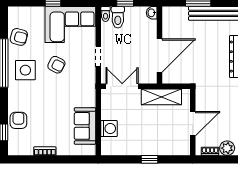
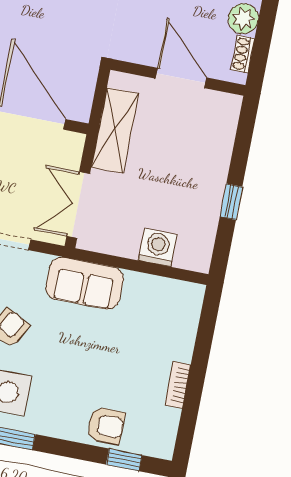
armchair: (18, 120) -> (106, 426), turned 180
sofa: (85, 126) -> (85, 283), moved
window: (150, 159) -> (231, 202), moved

